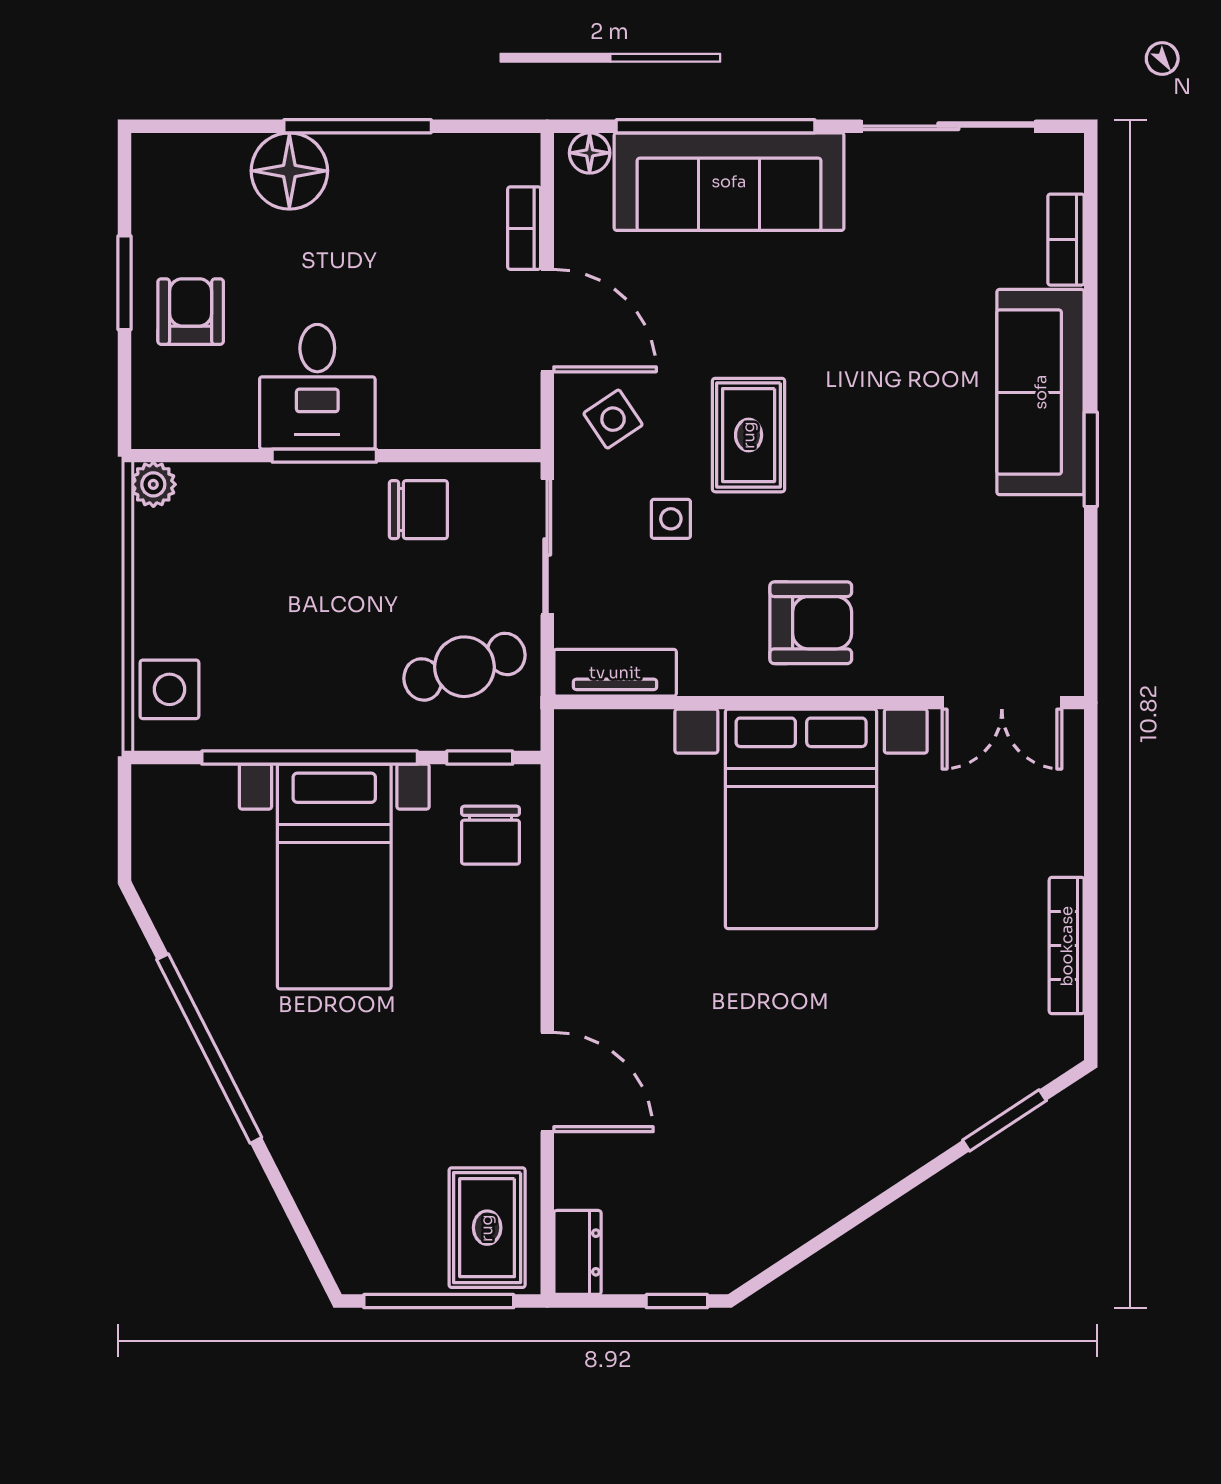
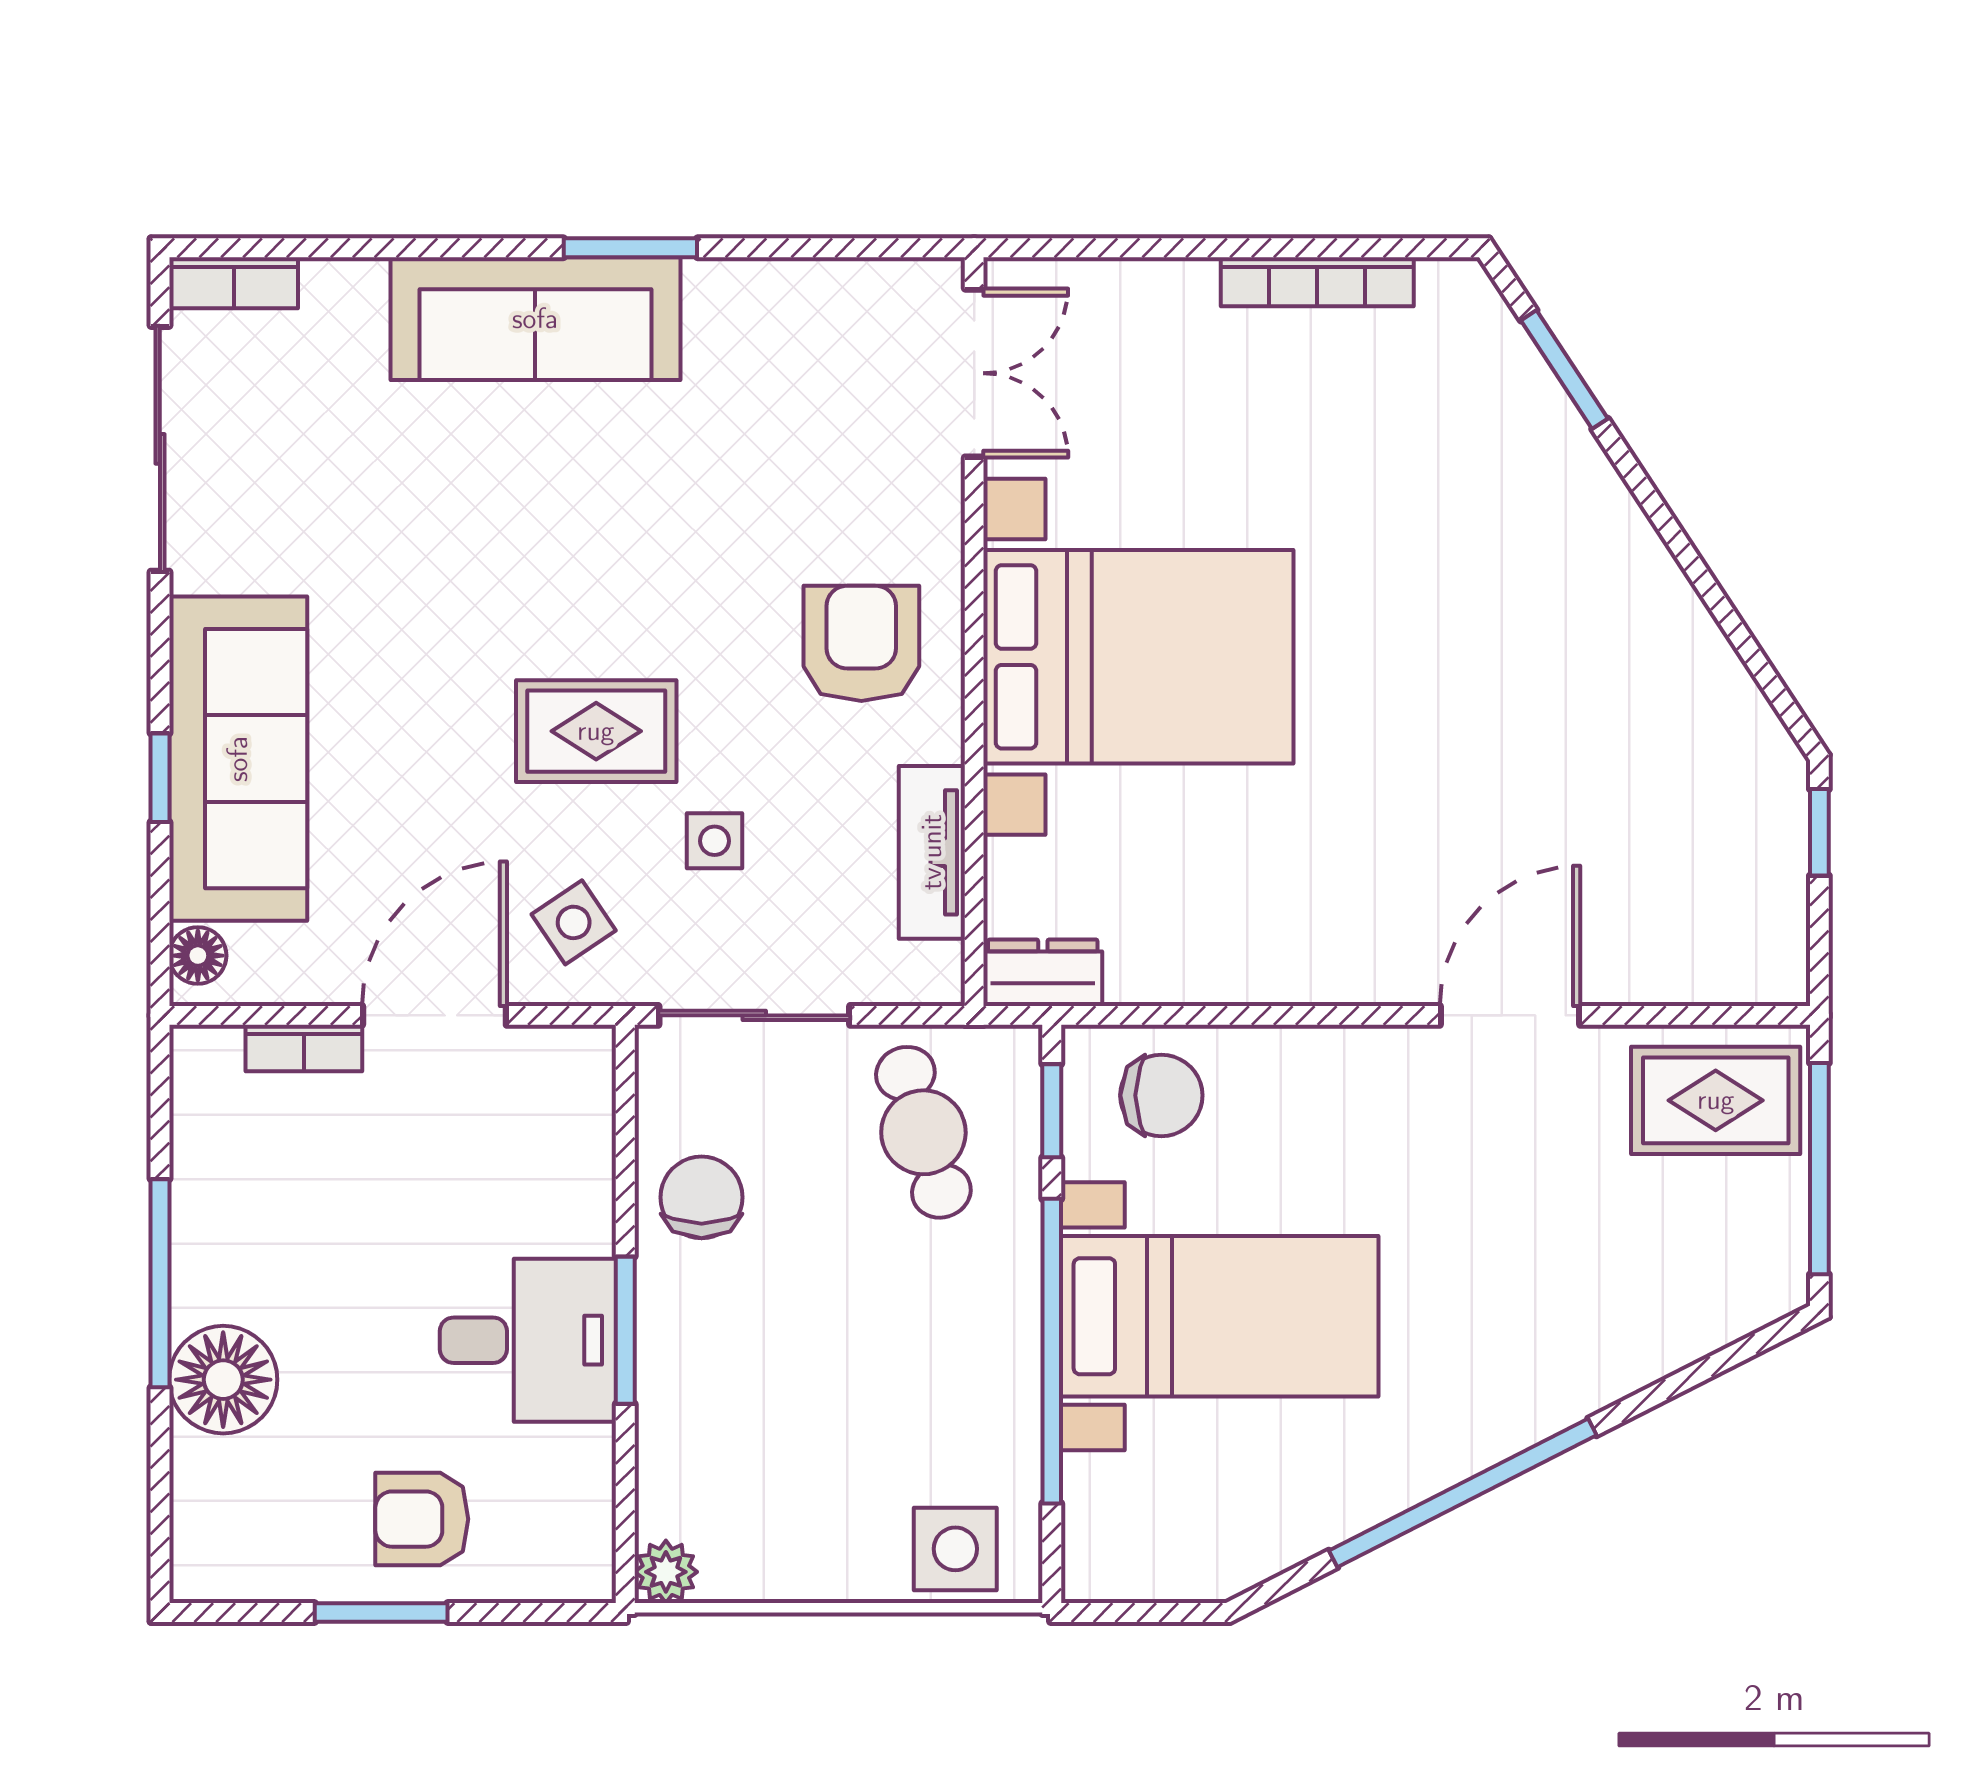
window: (716, 126) -> (160, 778), width x0.32
bookcase: (1066, 240) -> (234, 283), moved
tv unit: (615, 673) -> (932, 852), moved
dresser: (577, 1252) -> (1043, 973), moved

